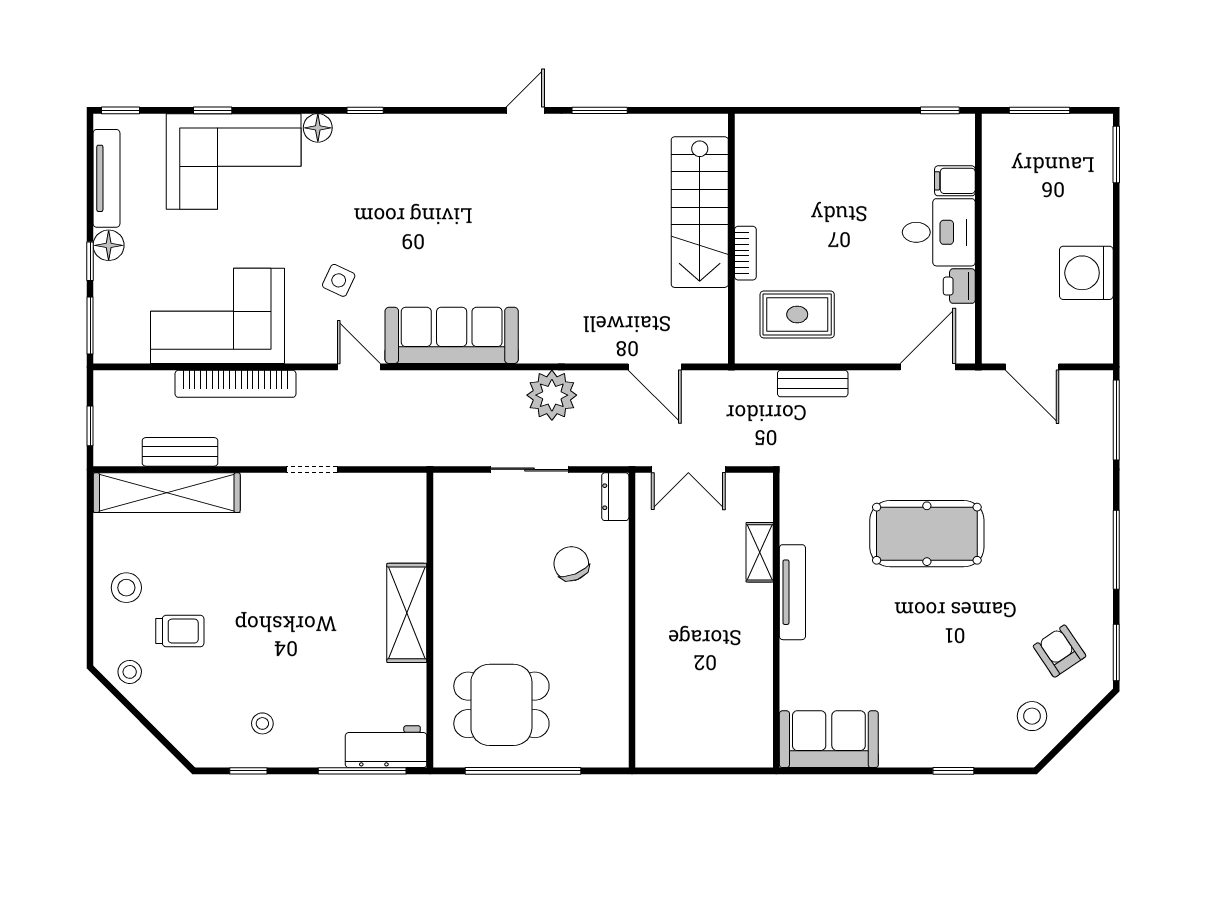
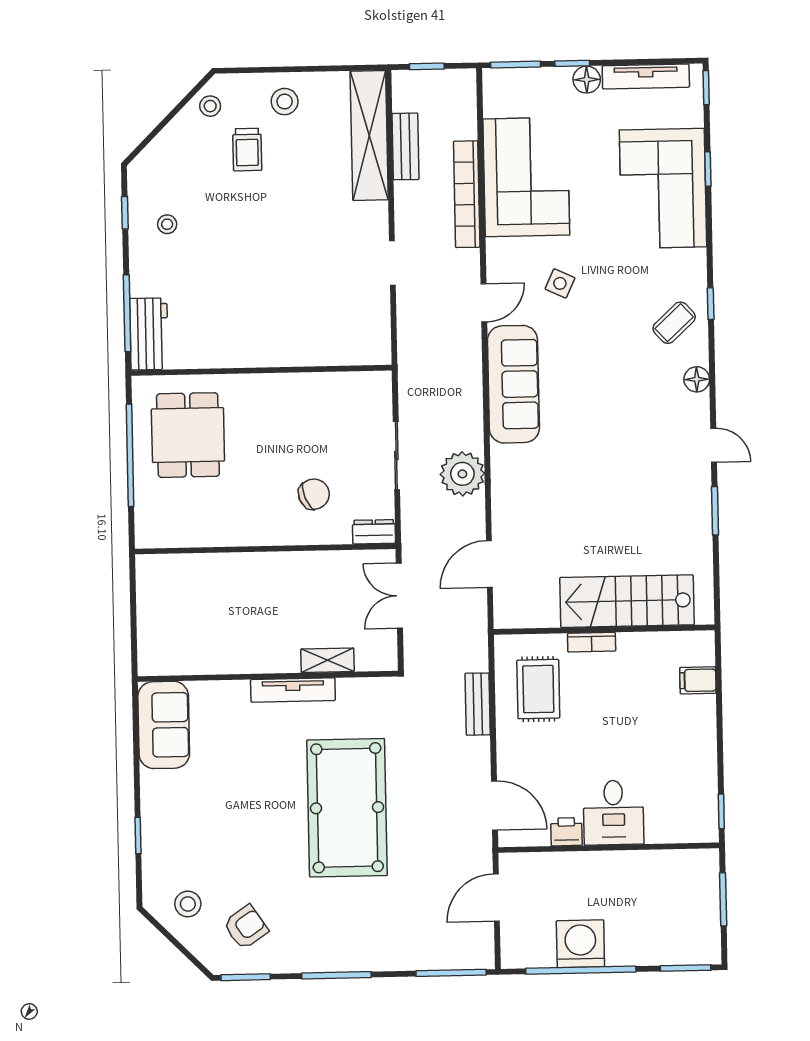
floor lamp: (318, 128) -> (697, 379), moved
coffee table: (386, 152) -> (674, 323), added
filing cabinet: (955, 181) -> (698, 680), moved, turned -90
window: (1116, 273) -> (581, 970), added
pool table: (927, 534) -> (347, 808), width x1.36, depth x1.32
shelving: (407, 613) -> (267, 350), removed

